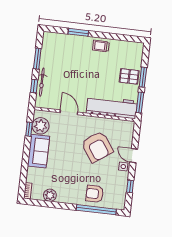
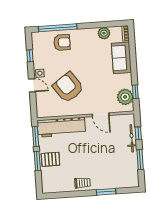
sofa: (39, 151) -> (121, 58), moved

